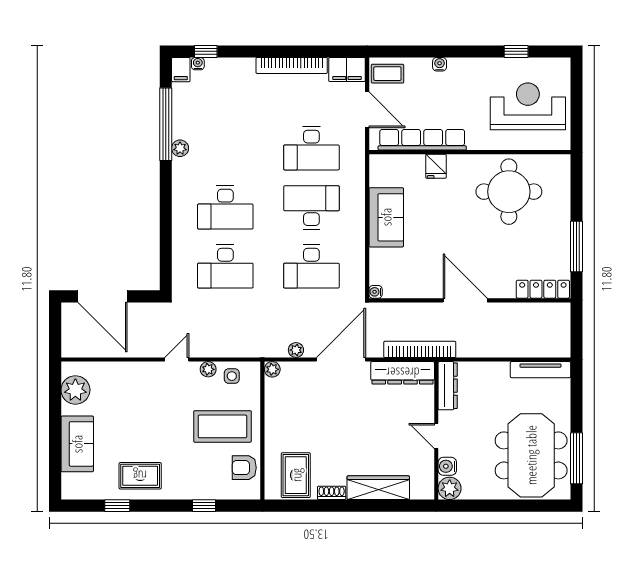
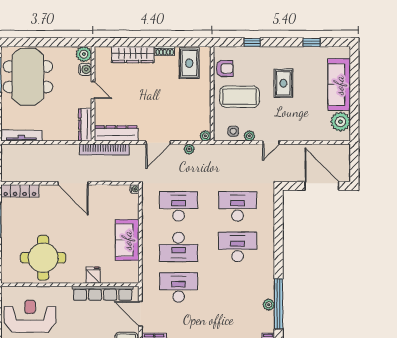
reception desk: (528, 106) -> (30, 316), turned 180
plant: (180, 148) -> (269, 305), moved
door: (341, 360) -> (158, 143), width x0.73
sofa: (77, 444) -> (339, 85), width x1.36
rug: (140, 476) -> (283, 83), moved, turned 90

